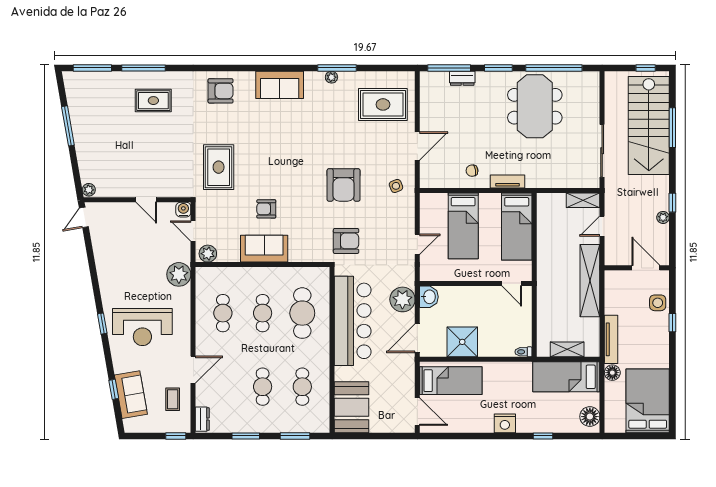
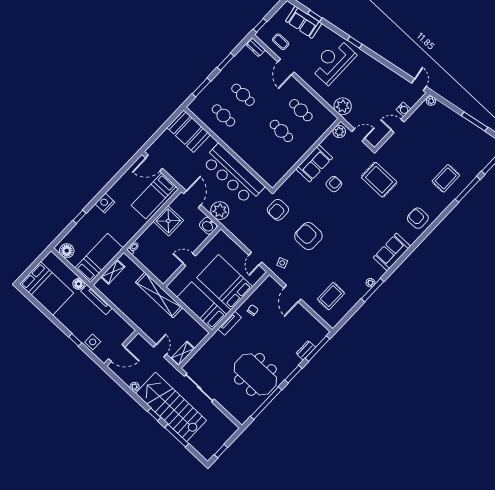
armchair: (221, 91) -> (418, 218), turned 90
rug: (383, 104) -> (331, 296), width x0.73, depth x0.70
stairs: (649, 126) -> (171, 407), moved
window: (672, 203) -> (154, 414), moved
water cooler: (183, 210) -> (404, 109), moved
bed: (463, 226) -> (225, 282), width x1.50
door: (417, 244) -> (255, 259), moved
shelving: (590, 281) -> (159, 295), moved
door: (512, 284) -> (189, 260), moved
cafe table: (302, 313) -> (262, 152), removed

